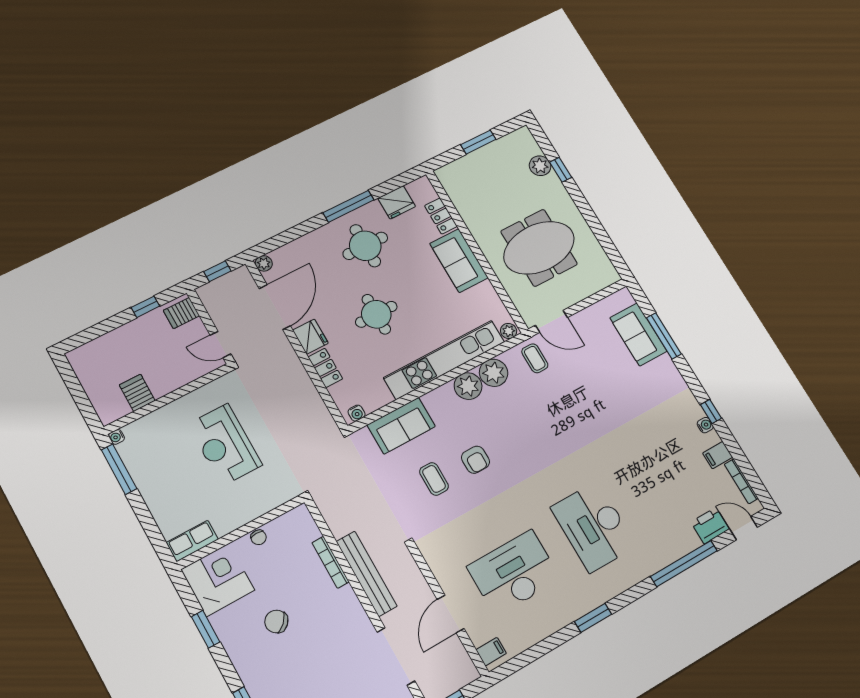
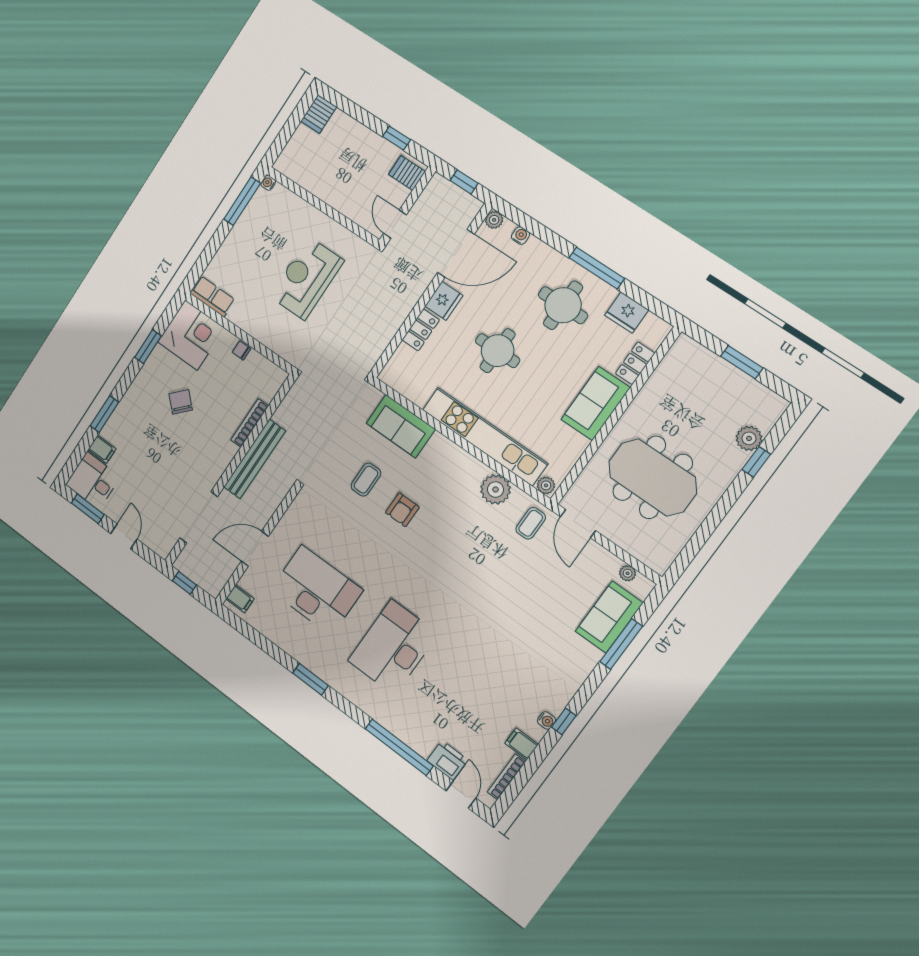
plant: (468, 386) -> (628, 573), moved, width x0.53, depth x0.53
server rack: (137, 393) -> (319, 114), moved, turned 180
water cooler: (357, 413) -> (520, 236), moved, turned 180
chair: (259, 537) -> (241, 350), turned 90

